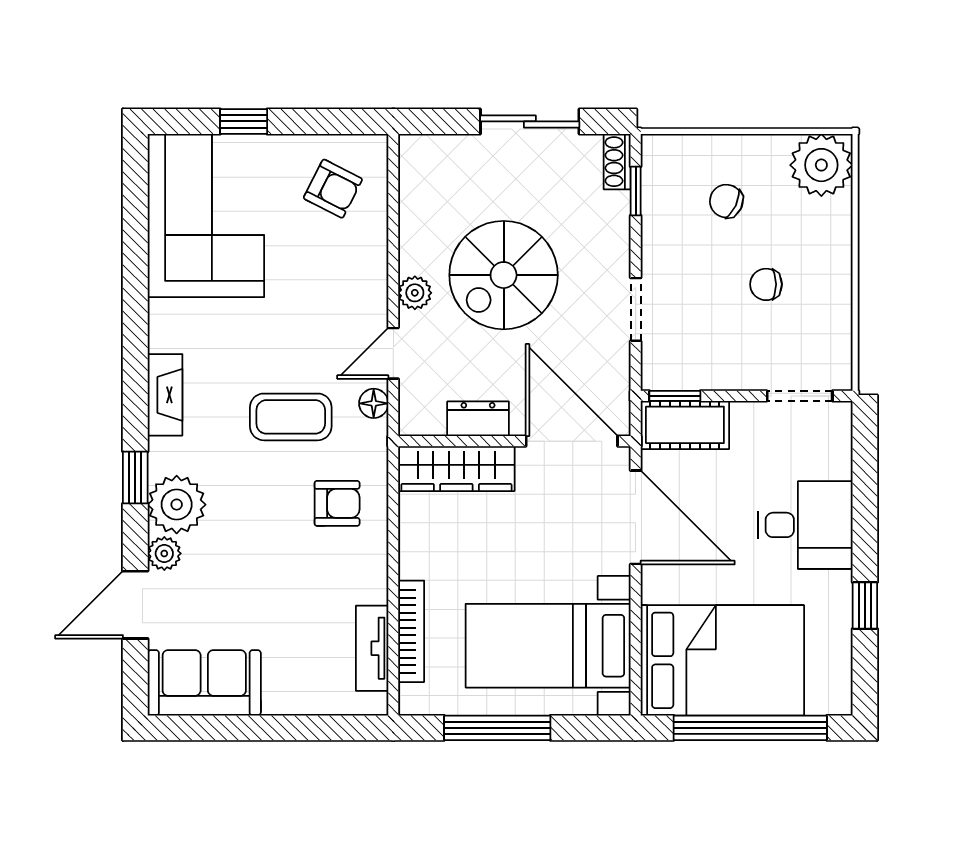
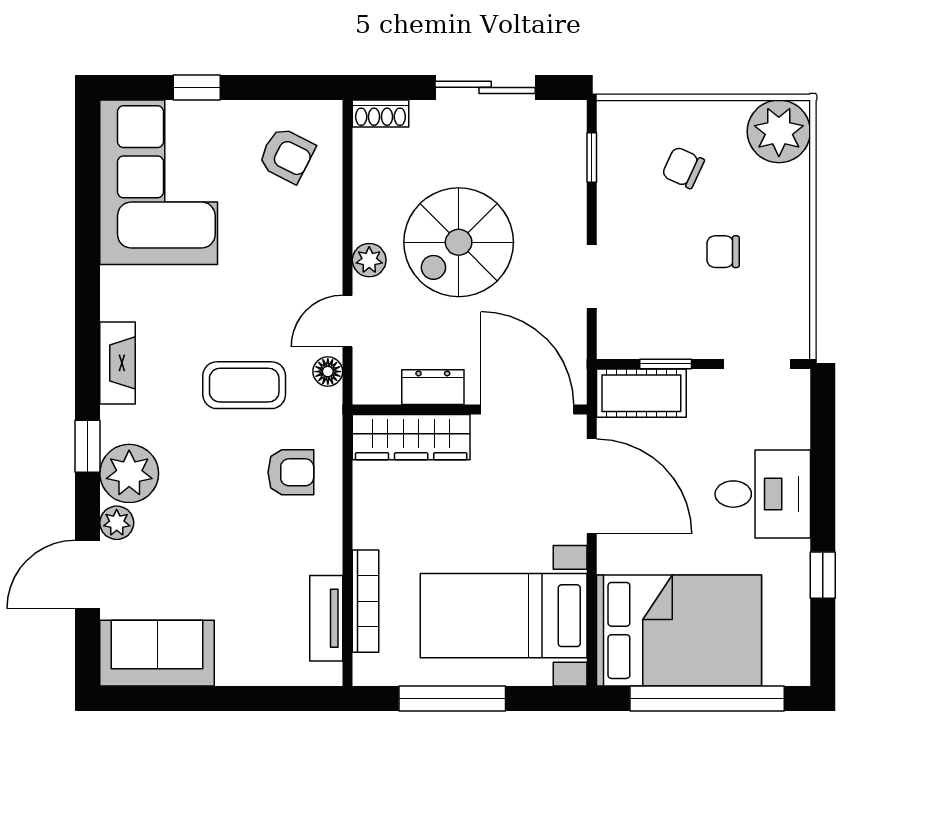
shoe rack: (617, 162) -> (380, 113), moved, turned -90
window: (675, 396) -> (666, 364), moved

